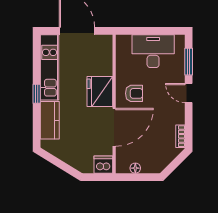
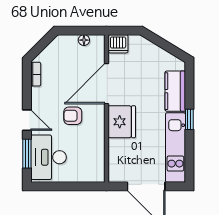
desk: (153, 51) -> (49, 157), moved, turned 90
armchair: (134, 93) -> (73, 116), moved

